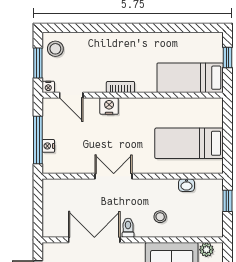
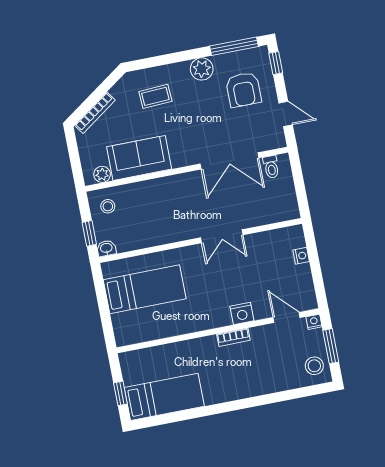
bed: (190, 78) -> (164, 397), moved
window: (38, 140) -> (314, 260), removed
washbasin: (186, 185) -> (106, 248), moved
stool: (160, 217) -> (108, 206), moved
toilet: (128, 228) -> (271, 167), moved

